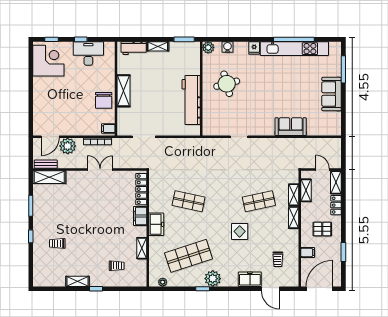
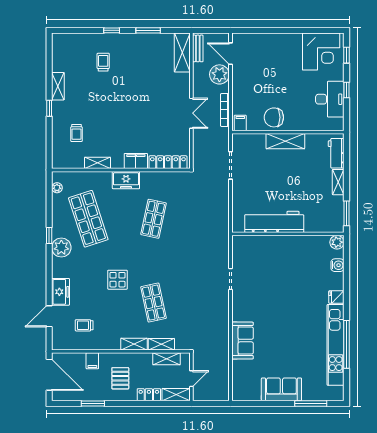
round table: (227, 84) -> (294, 264), removed

